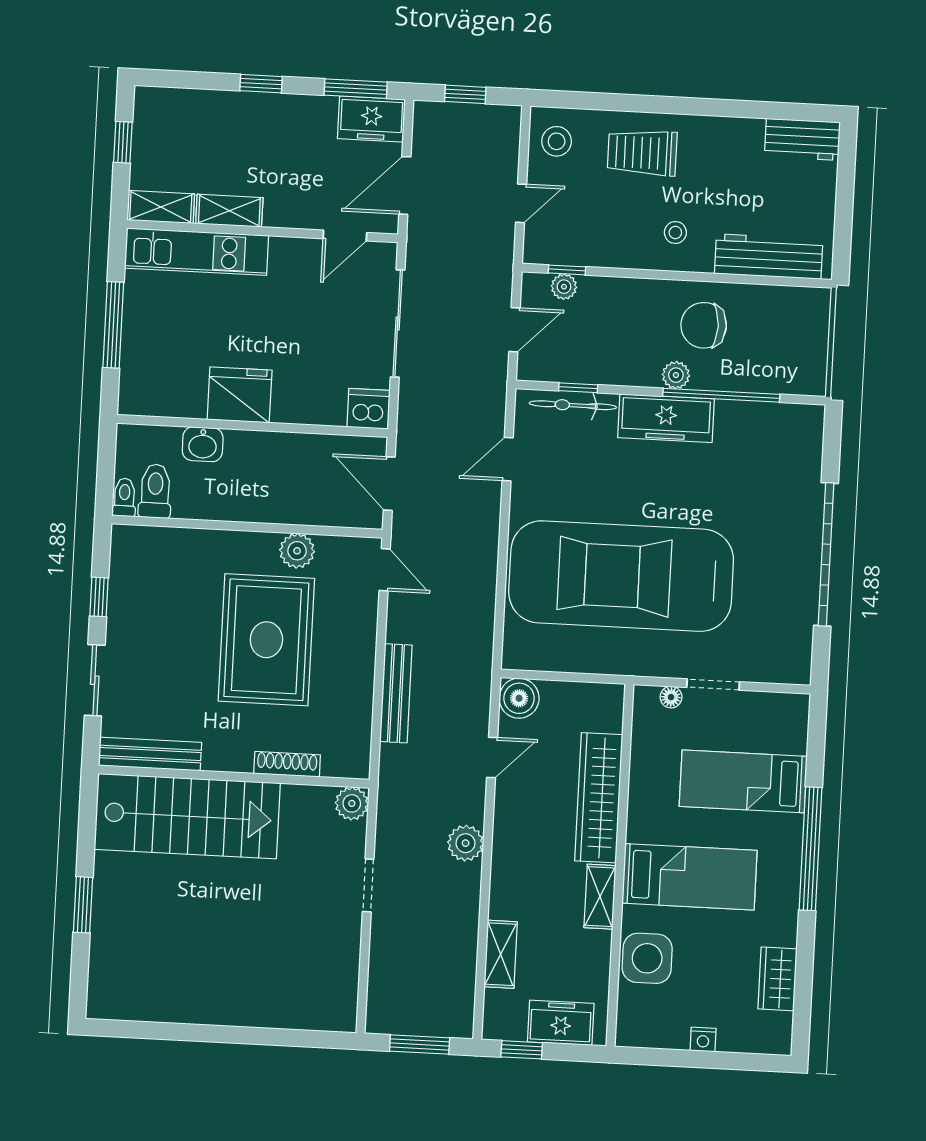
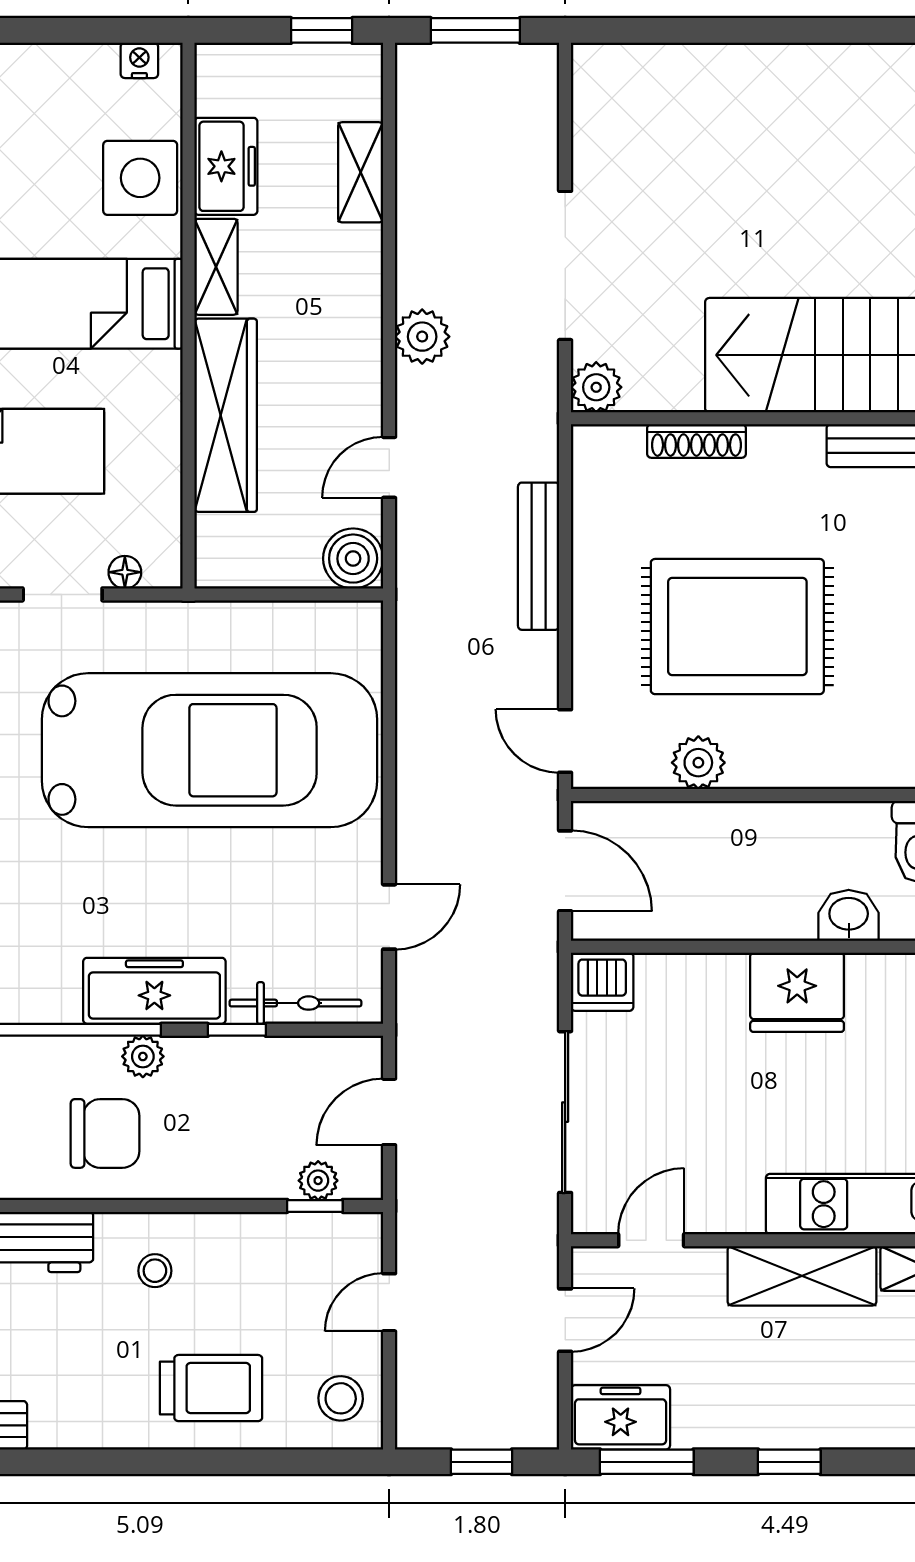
door: (405, 185) -> (565, 1320), width x0.73
shelving: (229, 211) -> (802, 1276), width x1.50, depth x1.33
window: (578, 388) -> (237, 1030), moved
rug: (266, 640) -> (737, 627), turned 90
doorway: (368, 885) -> (565, 265), width x1.88
freezer: (561, 1023) -> (226, 166), moved, turned -90
nightstand: (703, 1039) -> (139, 60), moved

